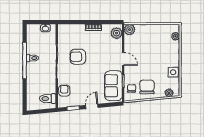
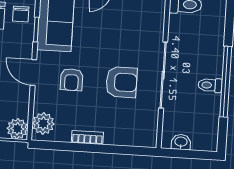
armchair: (64, 91) -> (72, 80), moved

